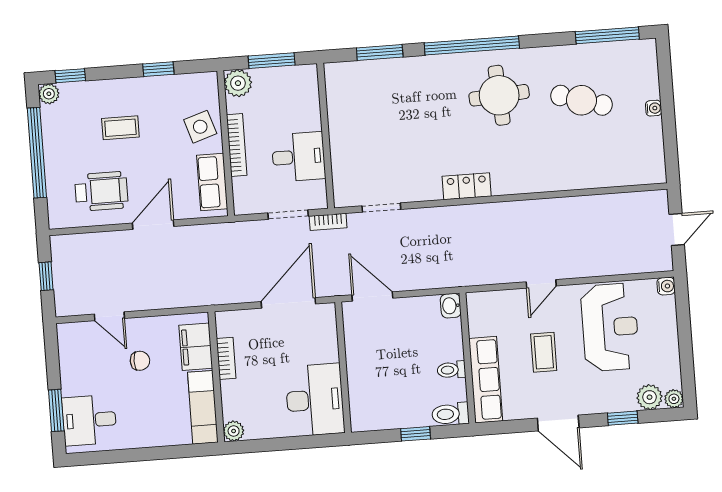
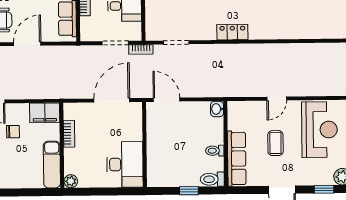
filing cabinet: (196, 347) -> (45, 113), moved, turned -90

